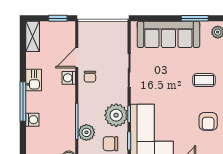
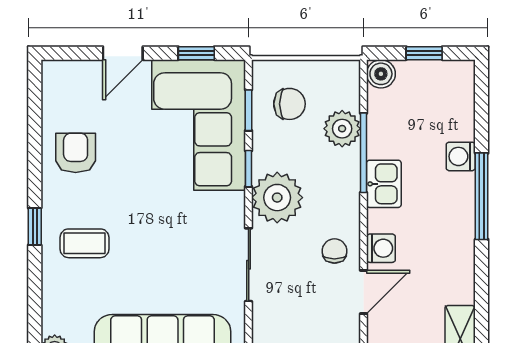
kitchen sink: (34, 80) -> (384, 184), moved, turned 180
plant: (116, 115) -> (277, 198), moved

